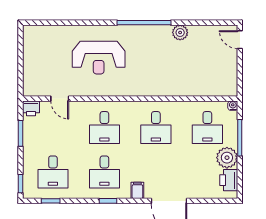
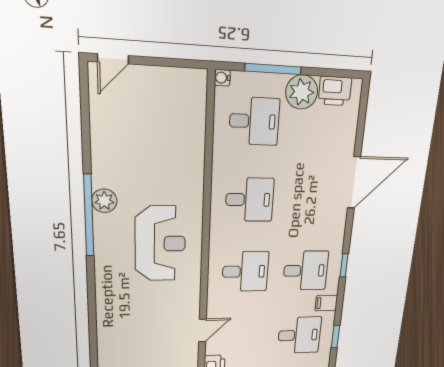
plant: (180, 33) -> (104, 201), moved
reception desk: (99, 58) -> (160, 244), moved
filing cabinet: (137, 190) -> (326, 303), moved

